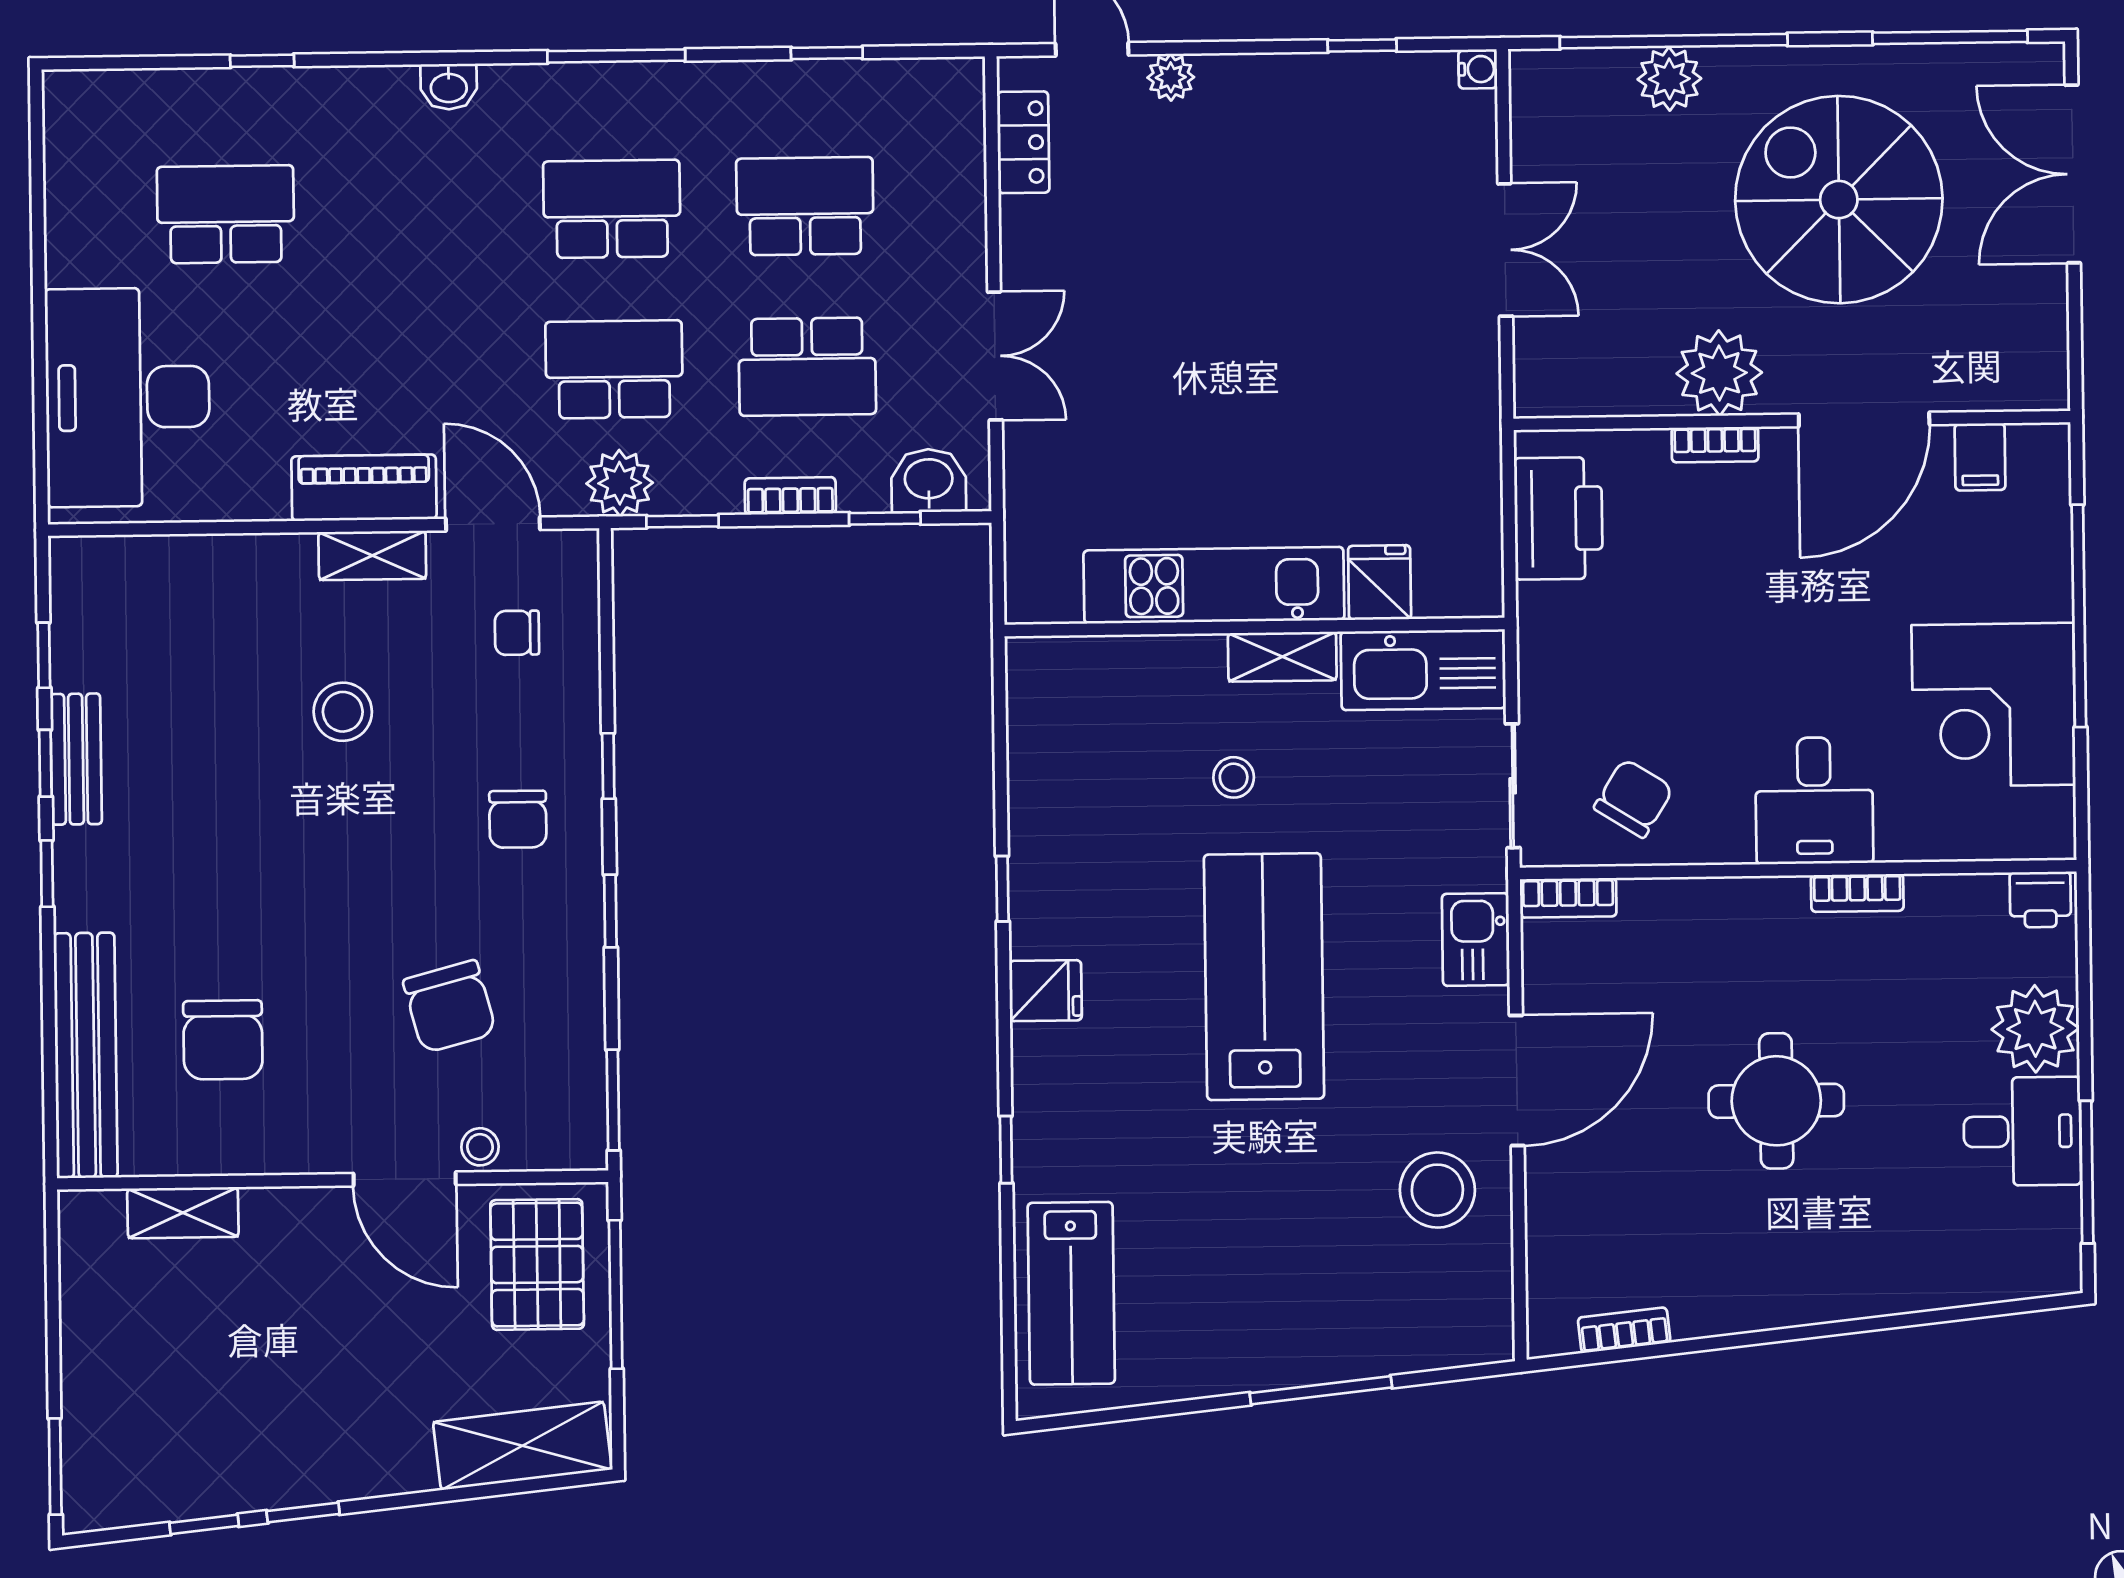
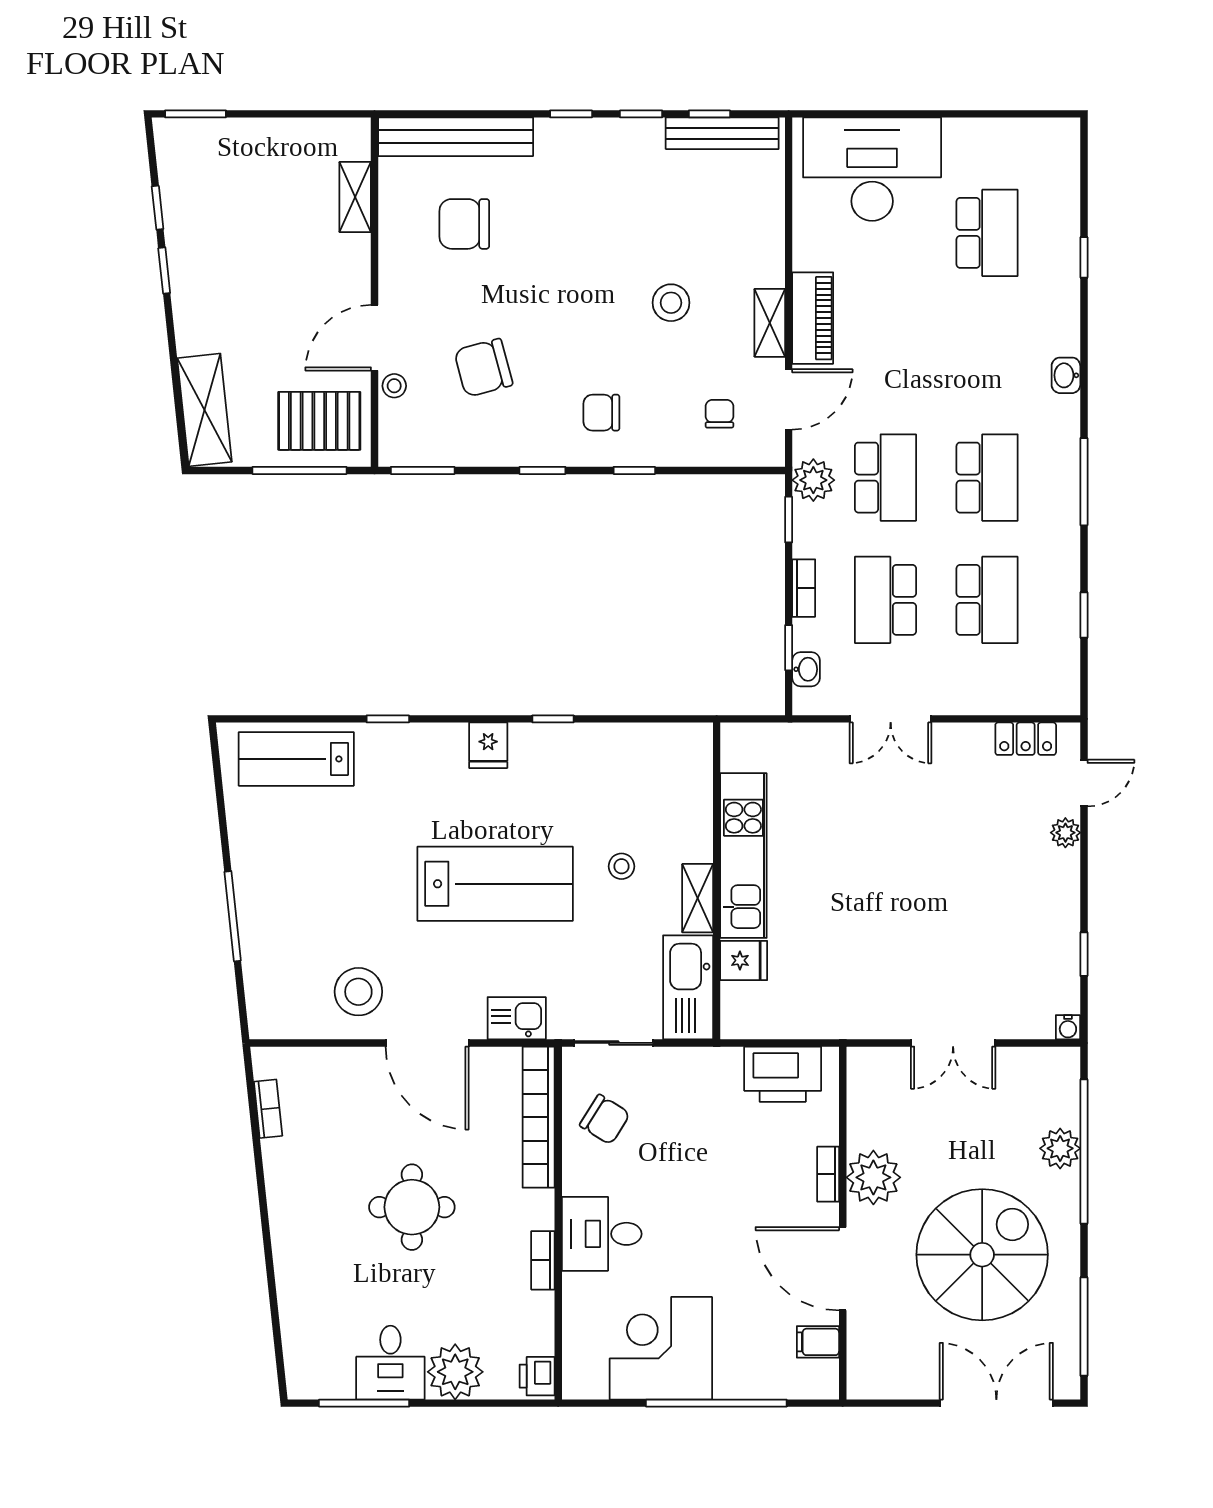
washbasin: (929, 481) -> (806, 669), width x0.72, depth x0.69
bench: (76, 759) -> (722, 133), moved, width x1.36
bookcase: (1568, 898) -> (539, 1117), width x2.31, depth x1.31

